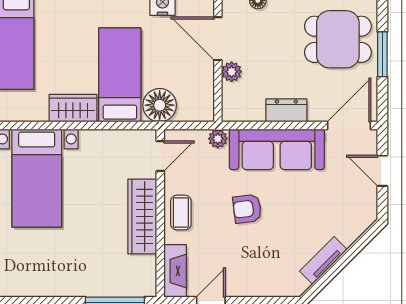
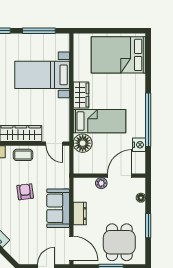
plant: (218, 139) -> (64, 175), removed
sofa: (277, 149) -> (58, 208), width x0.73

